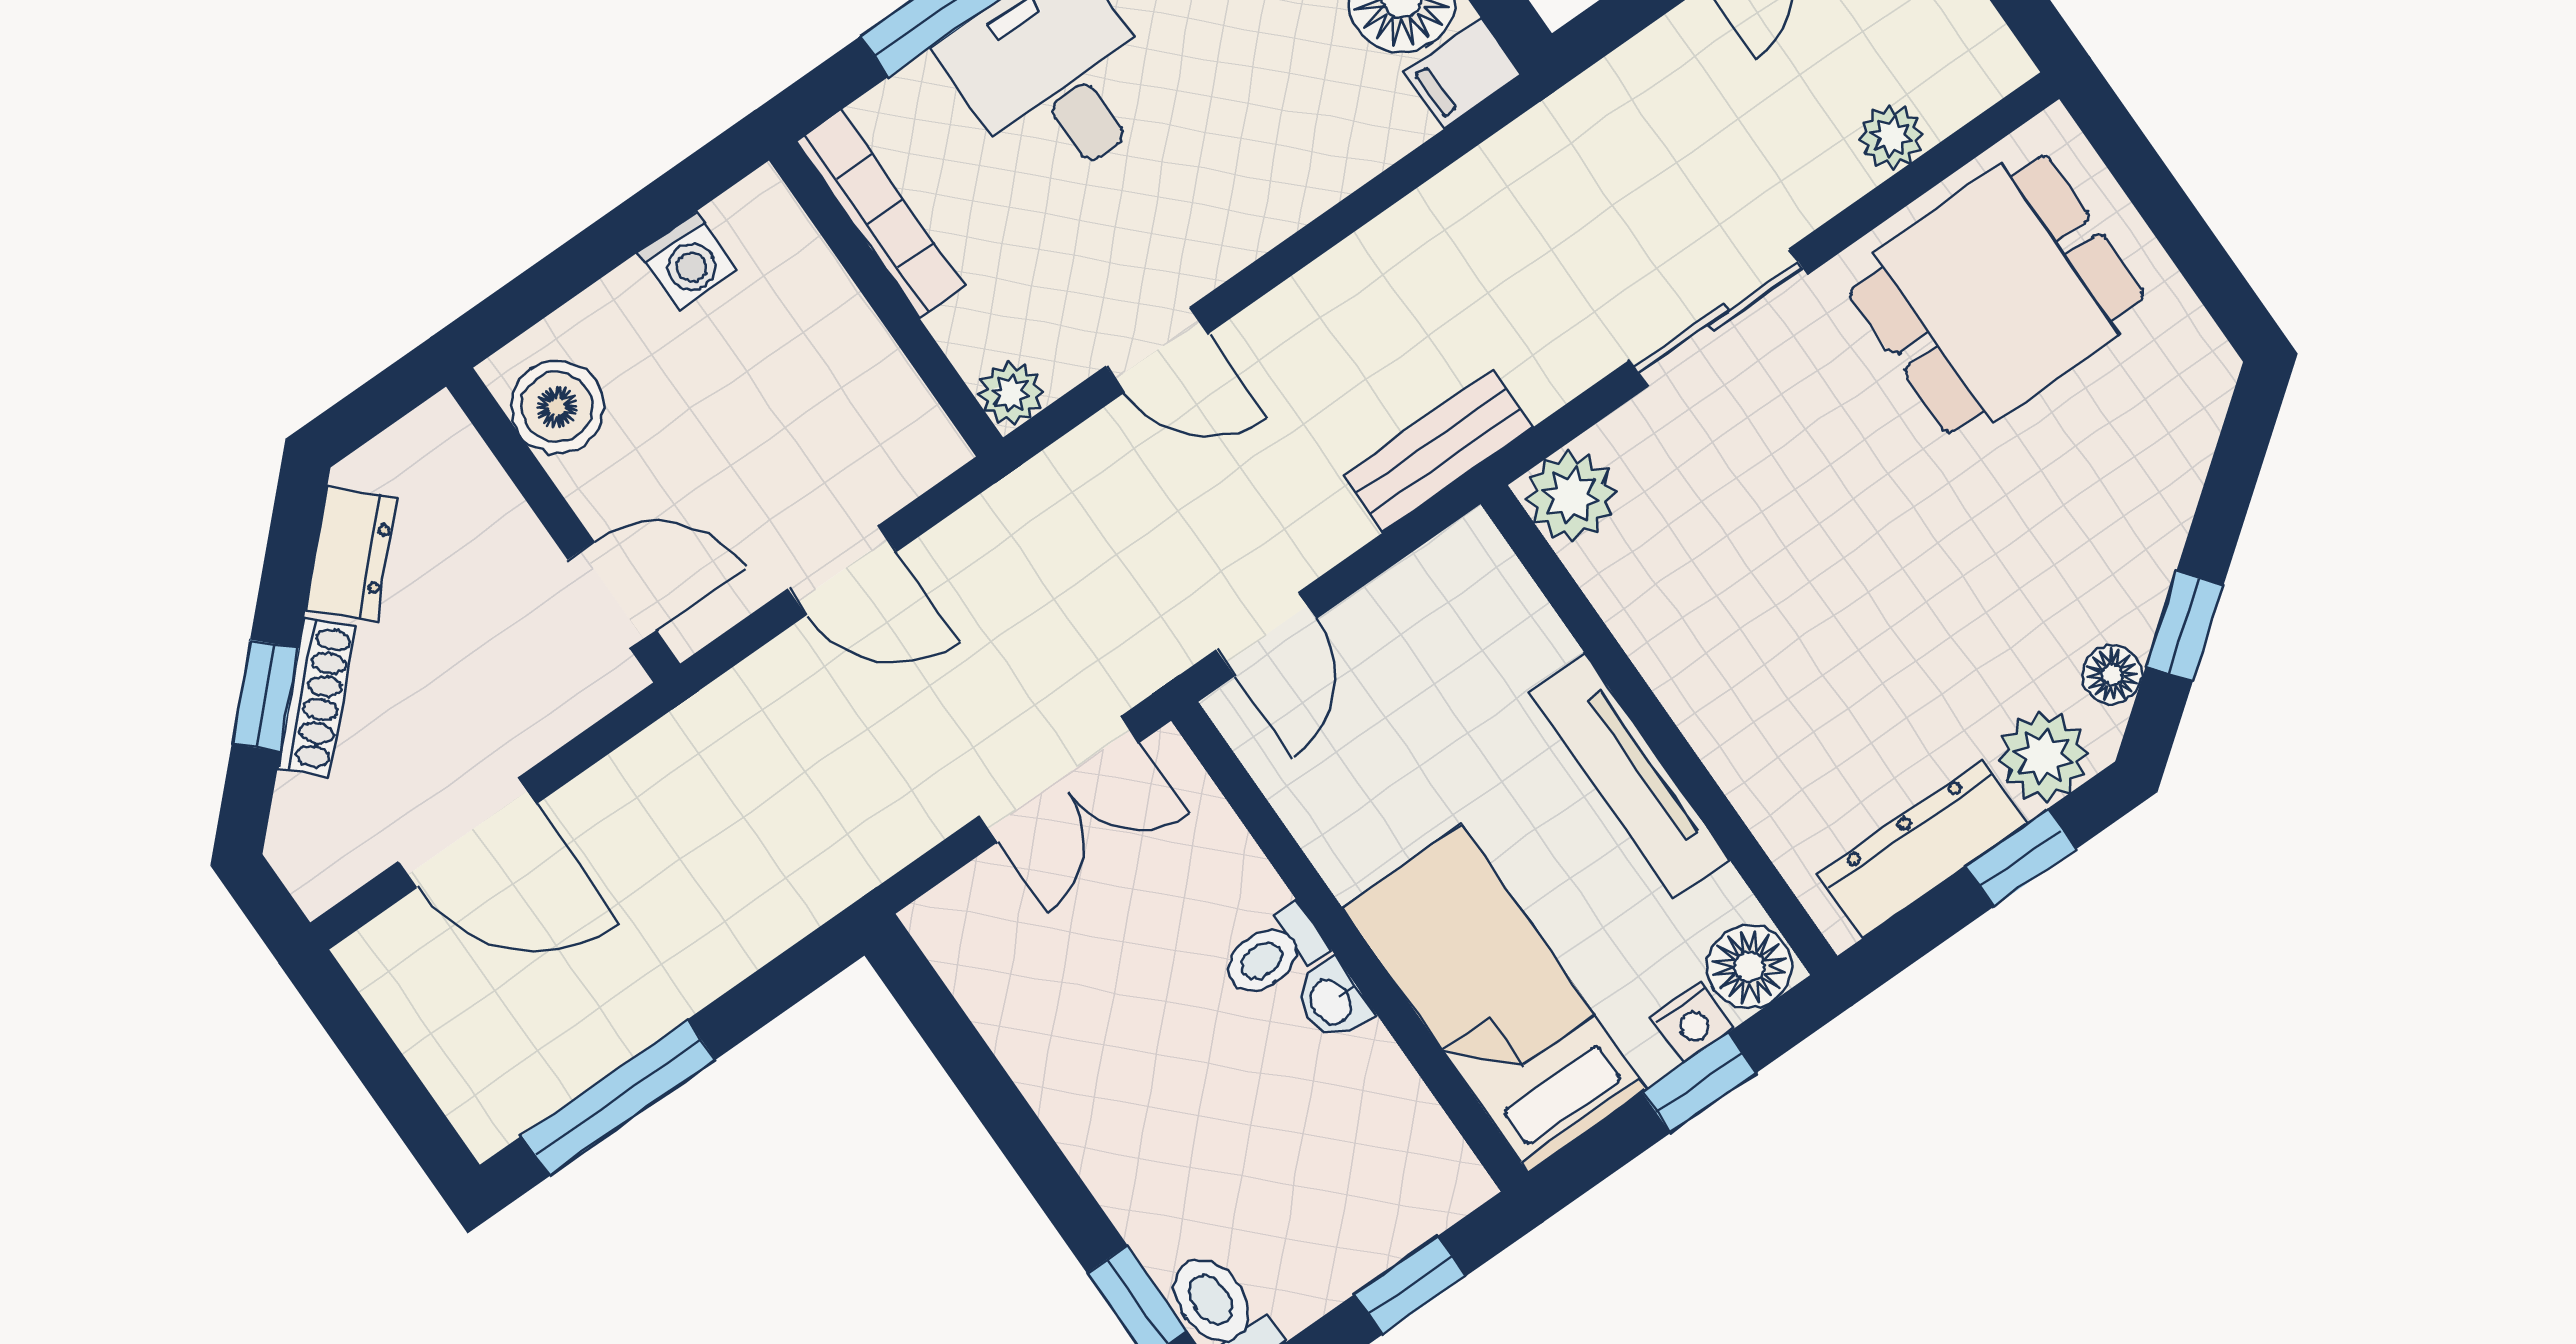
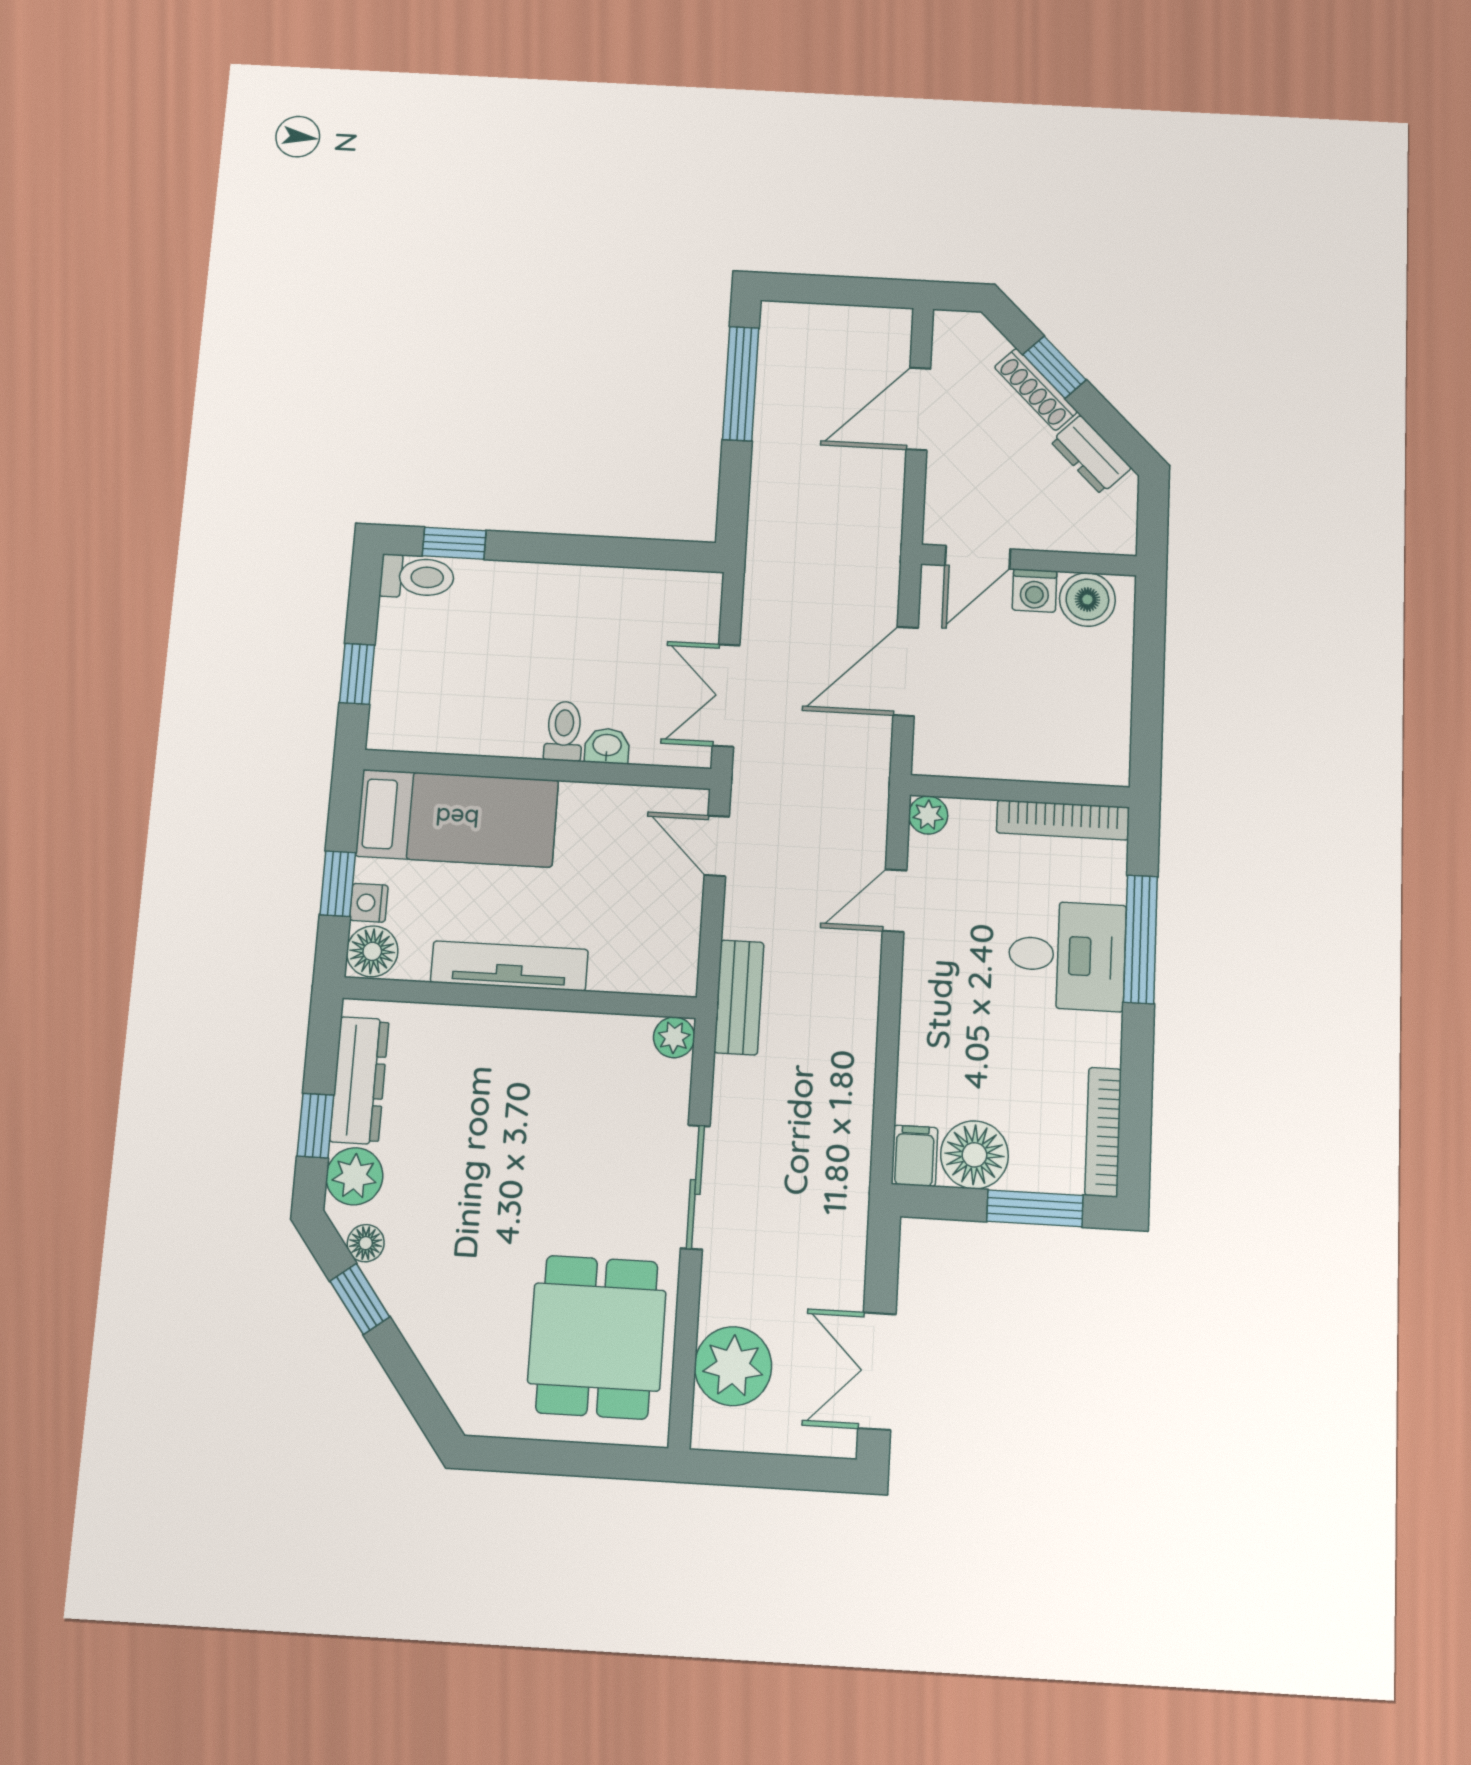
plant: (1892, 137) -> (733, 1366), width x1.87, depth x1.87
washing machine: (687, 261) -> (1035, 591), moved, turned -90
plant: (1571, 496) -> (674, 1037), width x0.73, depth x0.73
door: (842, 570) -> (906, 671), width x1.38
washbasin: (1332, 1001) -> (607, 746), moved

